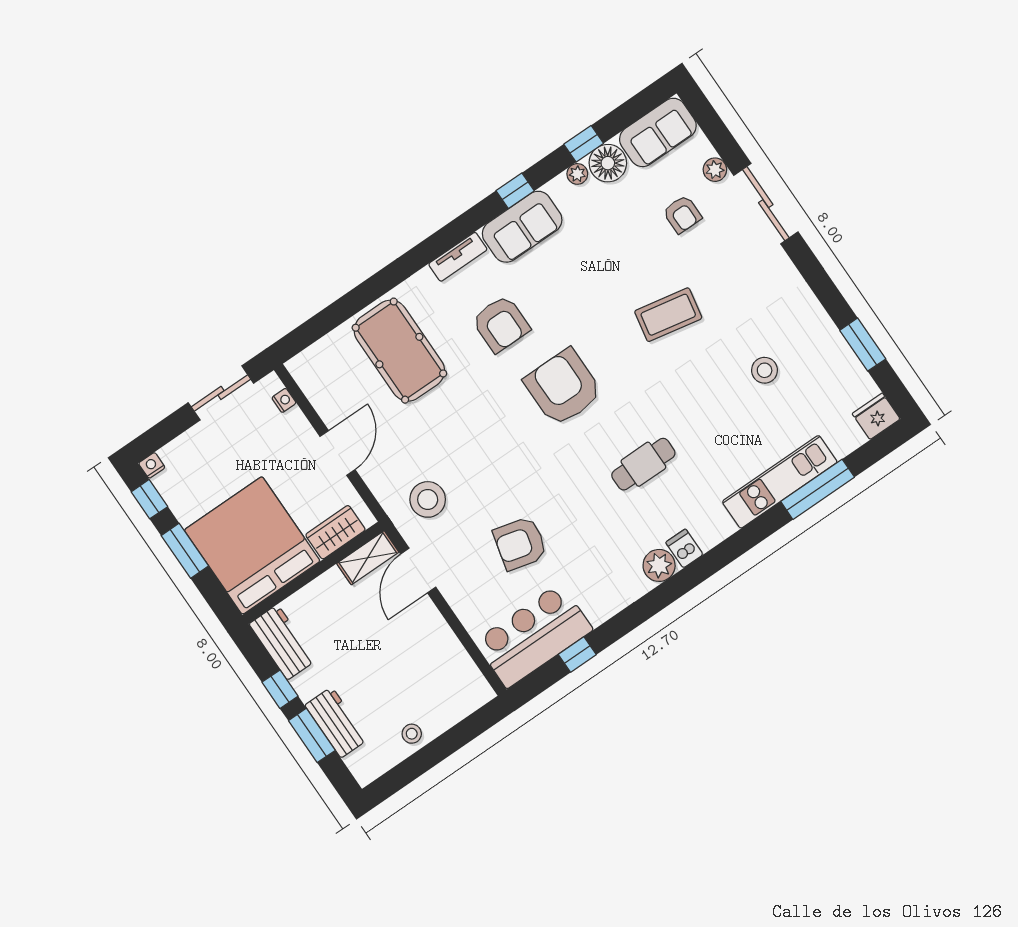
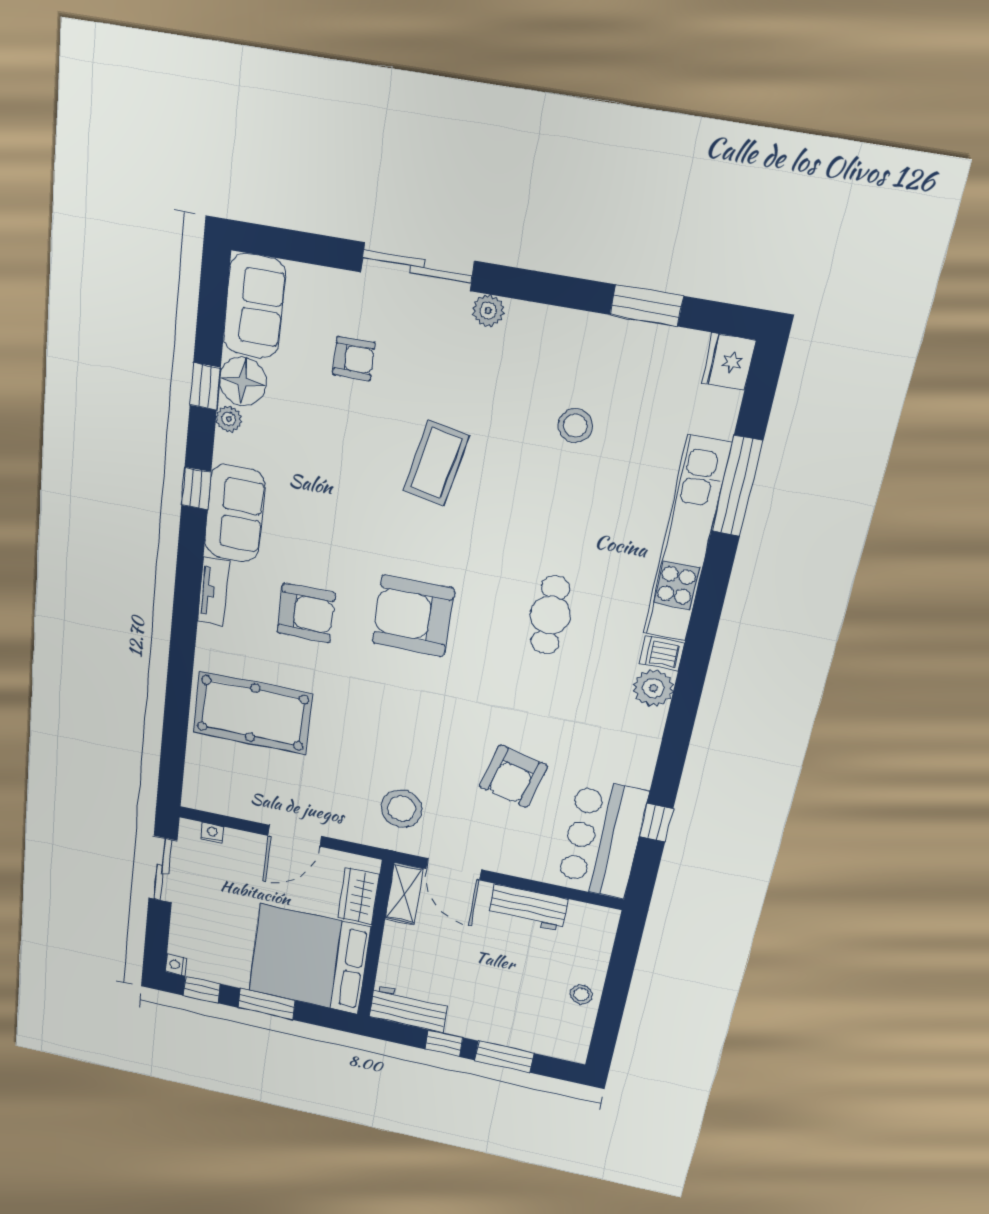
plant: (715, 170) -> (488, 311), moved
door: (338, 453) -> (295, 836), swing flipped
kitchen unit: (780, 482) -> (687, 540), width x1.36
workbench: (336, 722) -> (528, 908), moved, turned 180

